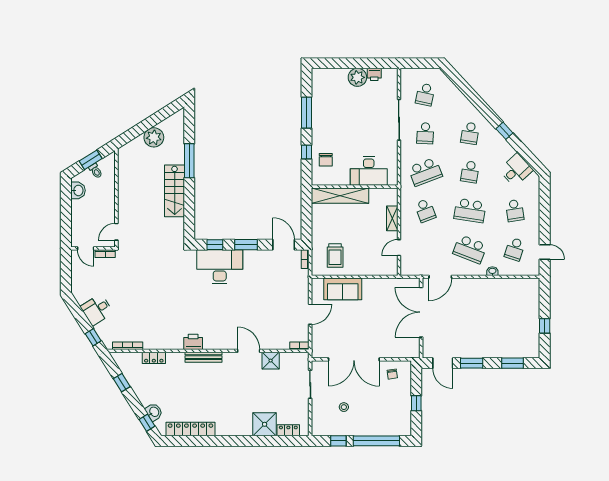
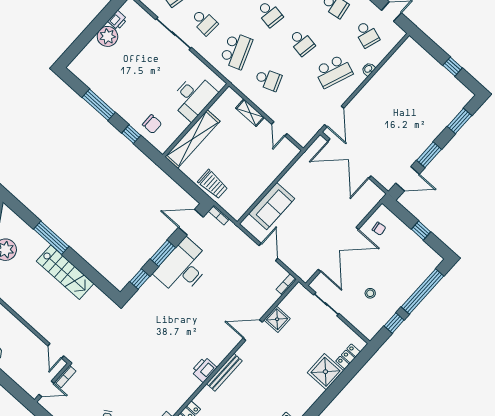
school desk: (470, 211) -> (302, 43), width x0.54
trolley: (335, 256) -> (213, 184), moved
desk: (220, 267) -> (183, 267), moved

